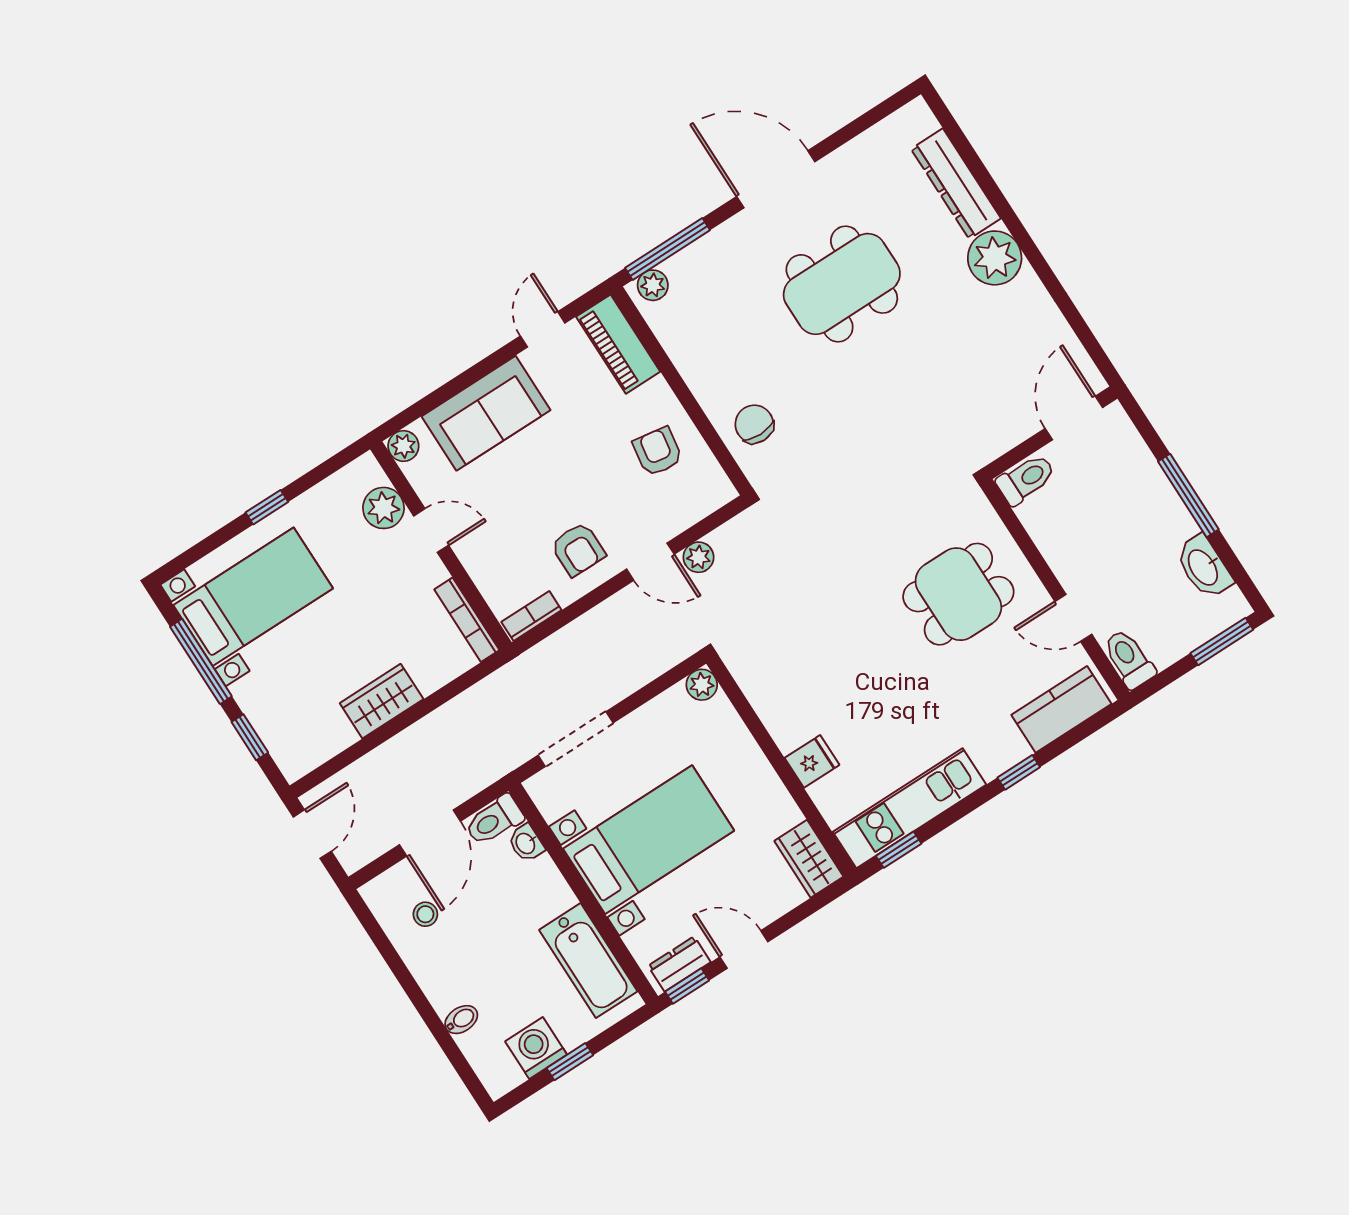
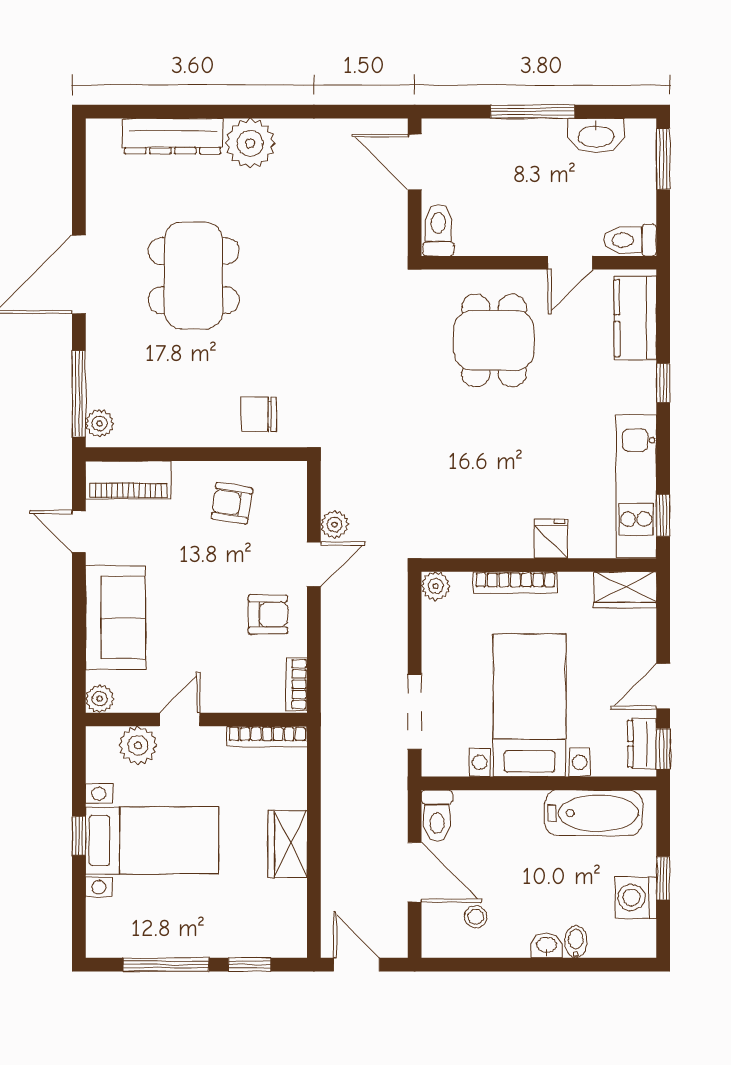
bed with nightstands: (253, 597) -> (152, 840), moved, turned 90
bookcase: (751, 755) -> (515, 582), added
washbasin: (526, 843) -> (547, 945), moved, turned 180

